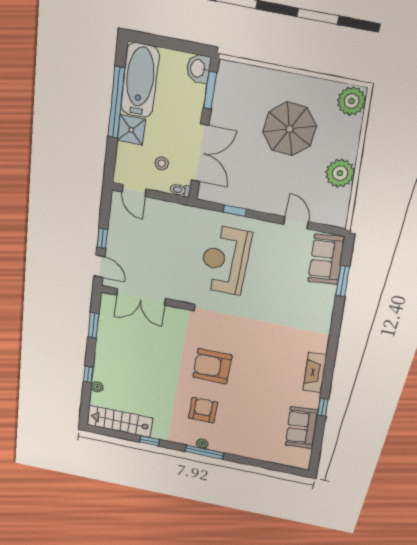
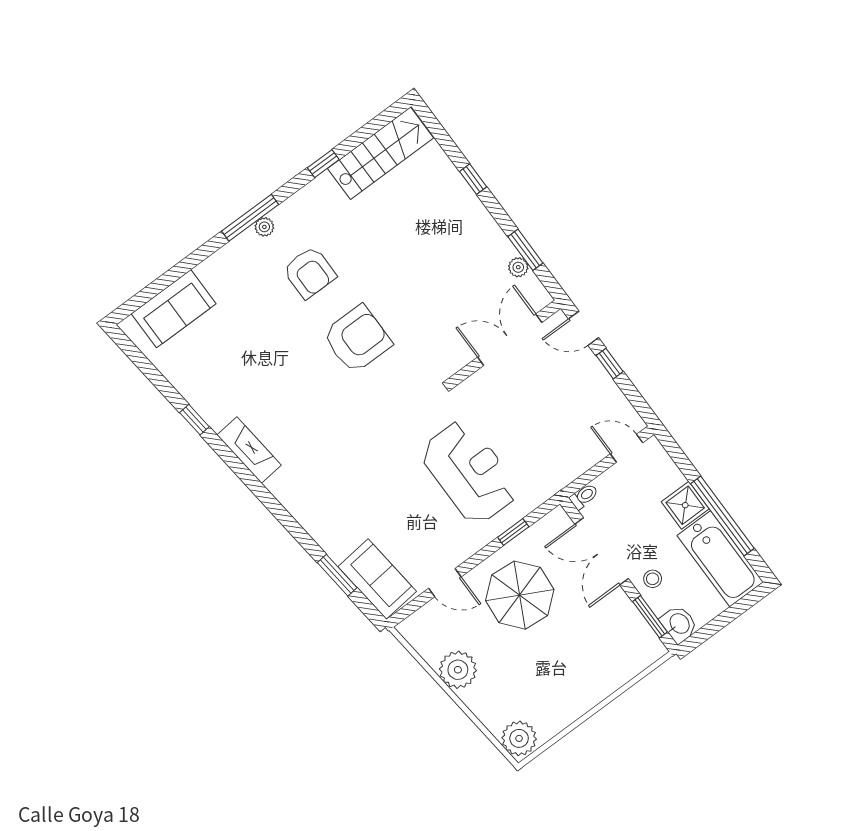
parasol: (290, 129) -> (520, 595), moved
stool: (162, 163) -> (653, 579), moved
plant: (97, 387) -> (518, 267), moved
sofa: (302, 428) -> (174, 309), moved, turned 96

